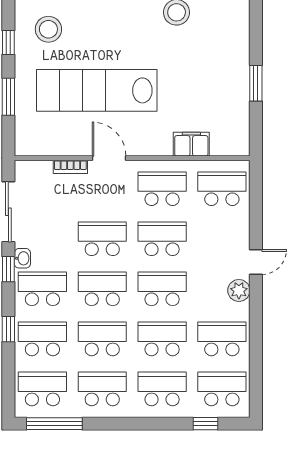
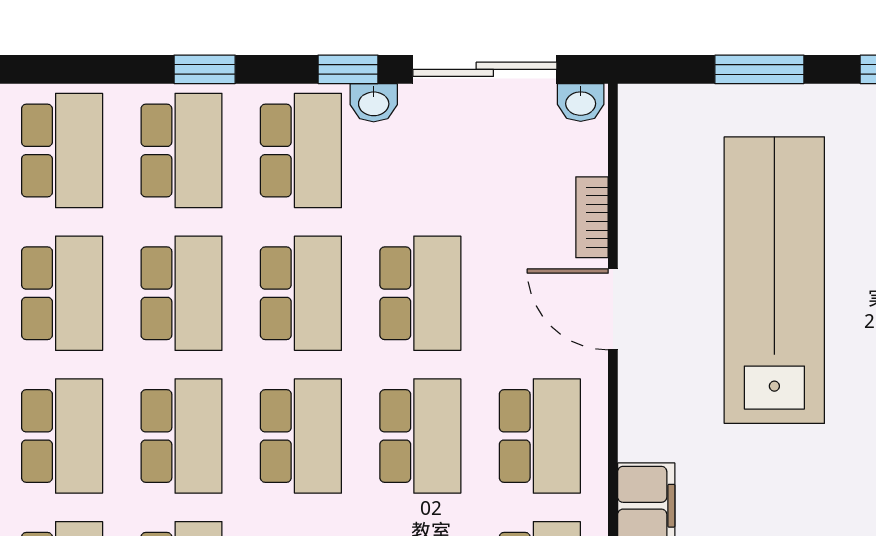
door: (109, 158) -> (613, 309), swing flipped
washbasin: (22, 172) -> (581, 102), added

